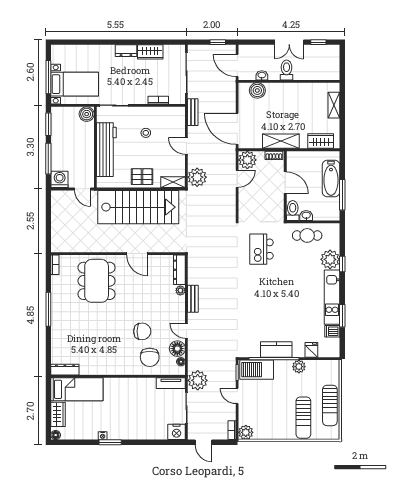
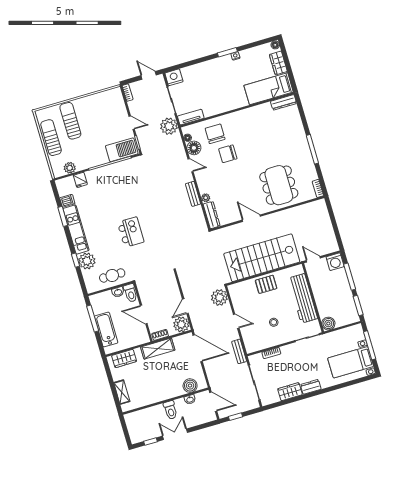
bed with nightstands: (75, 84) -> (351, 362), moved
shelving: (173, 182) -> (239, 287), removed
kitchen island: (261, 249) -> (131, 232), moved
kitchen counter: (276, 350) -> (110, 171), removed
plant: (299, 367) -> (70, 168), moved
plant: (246, 432) -> (115, 94), removed

